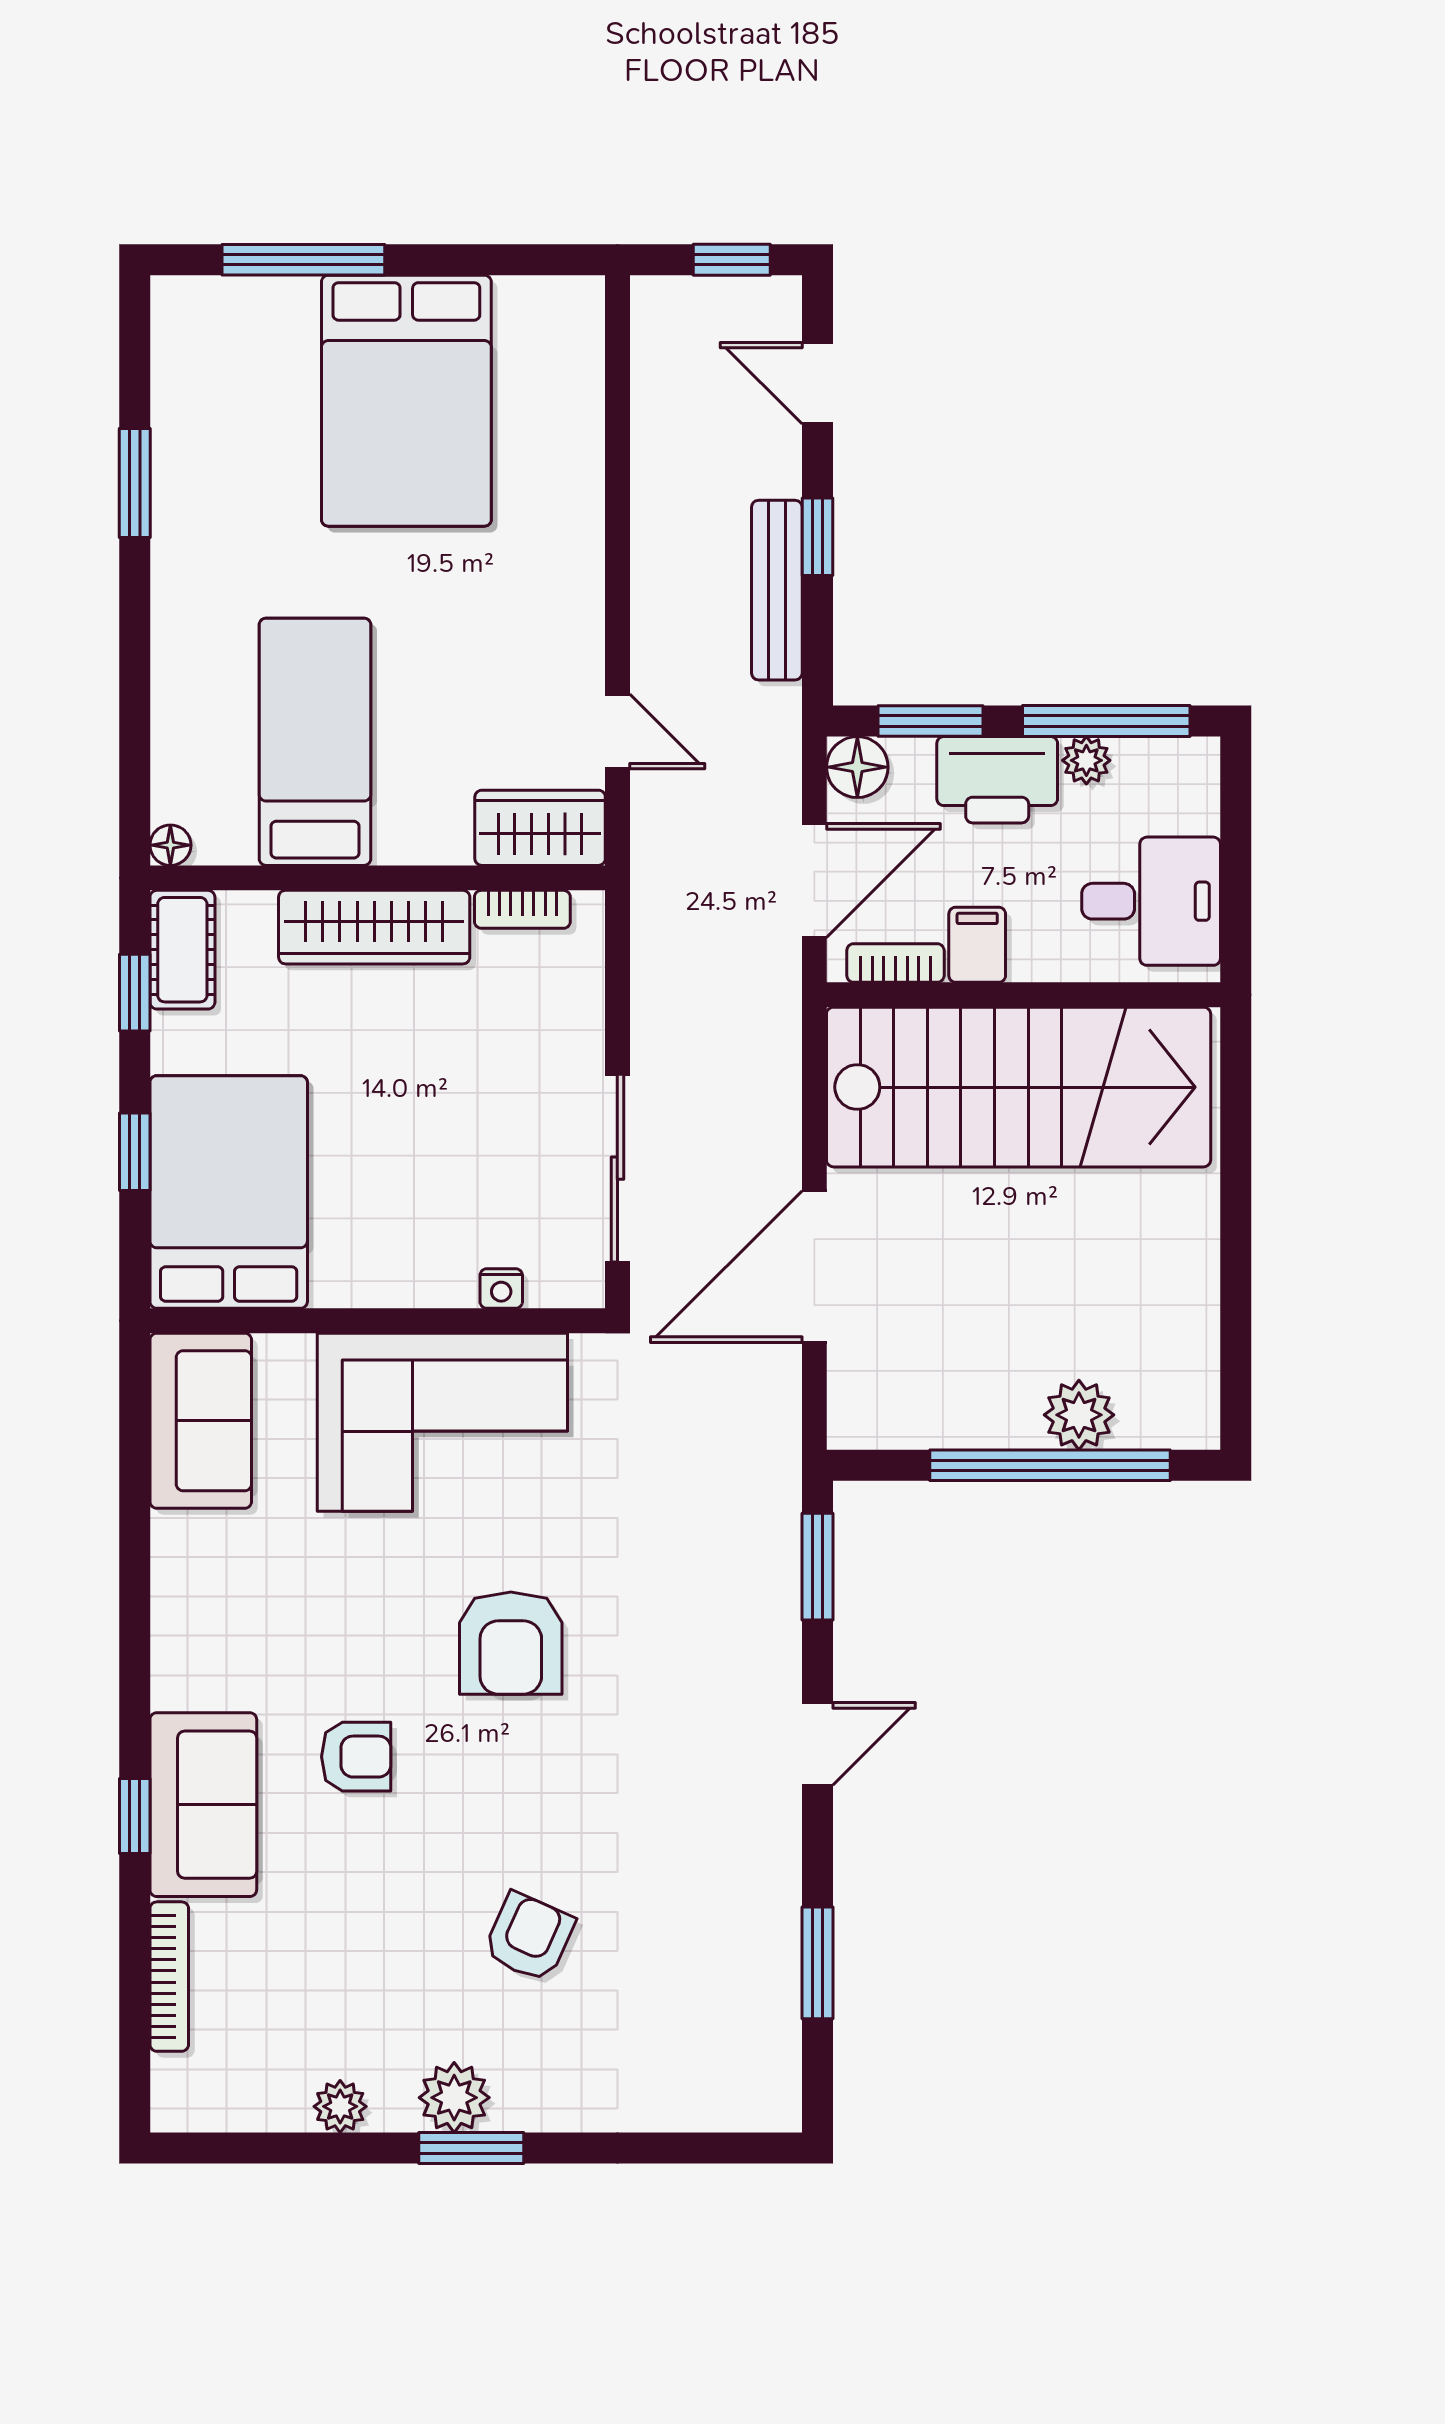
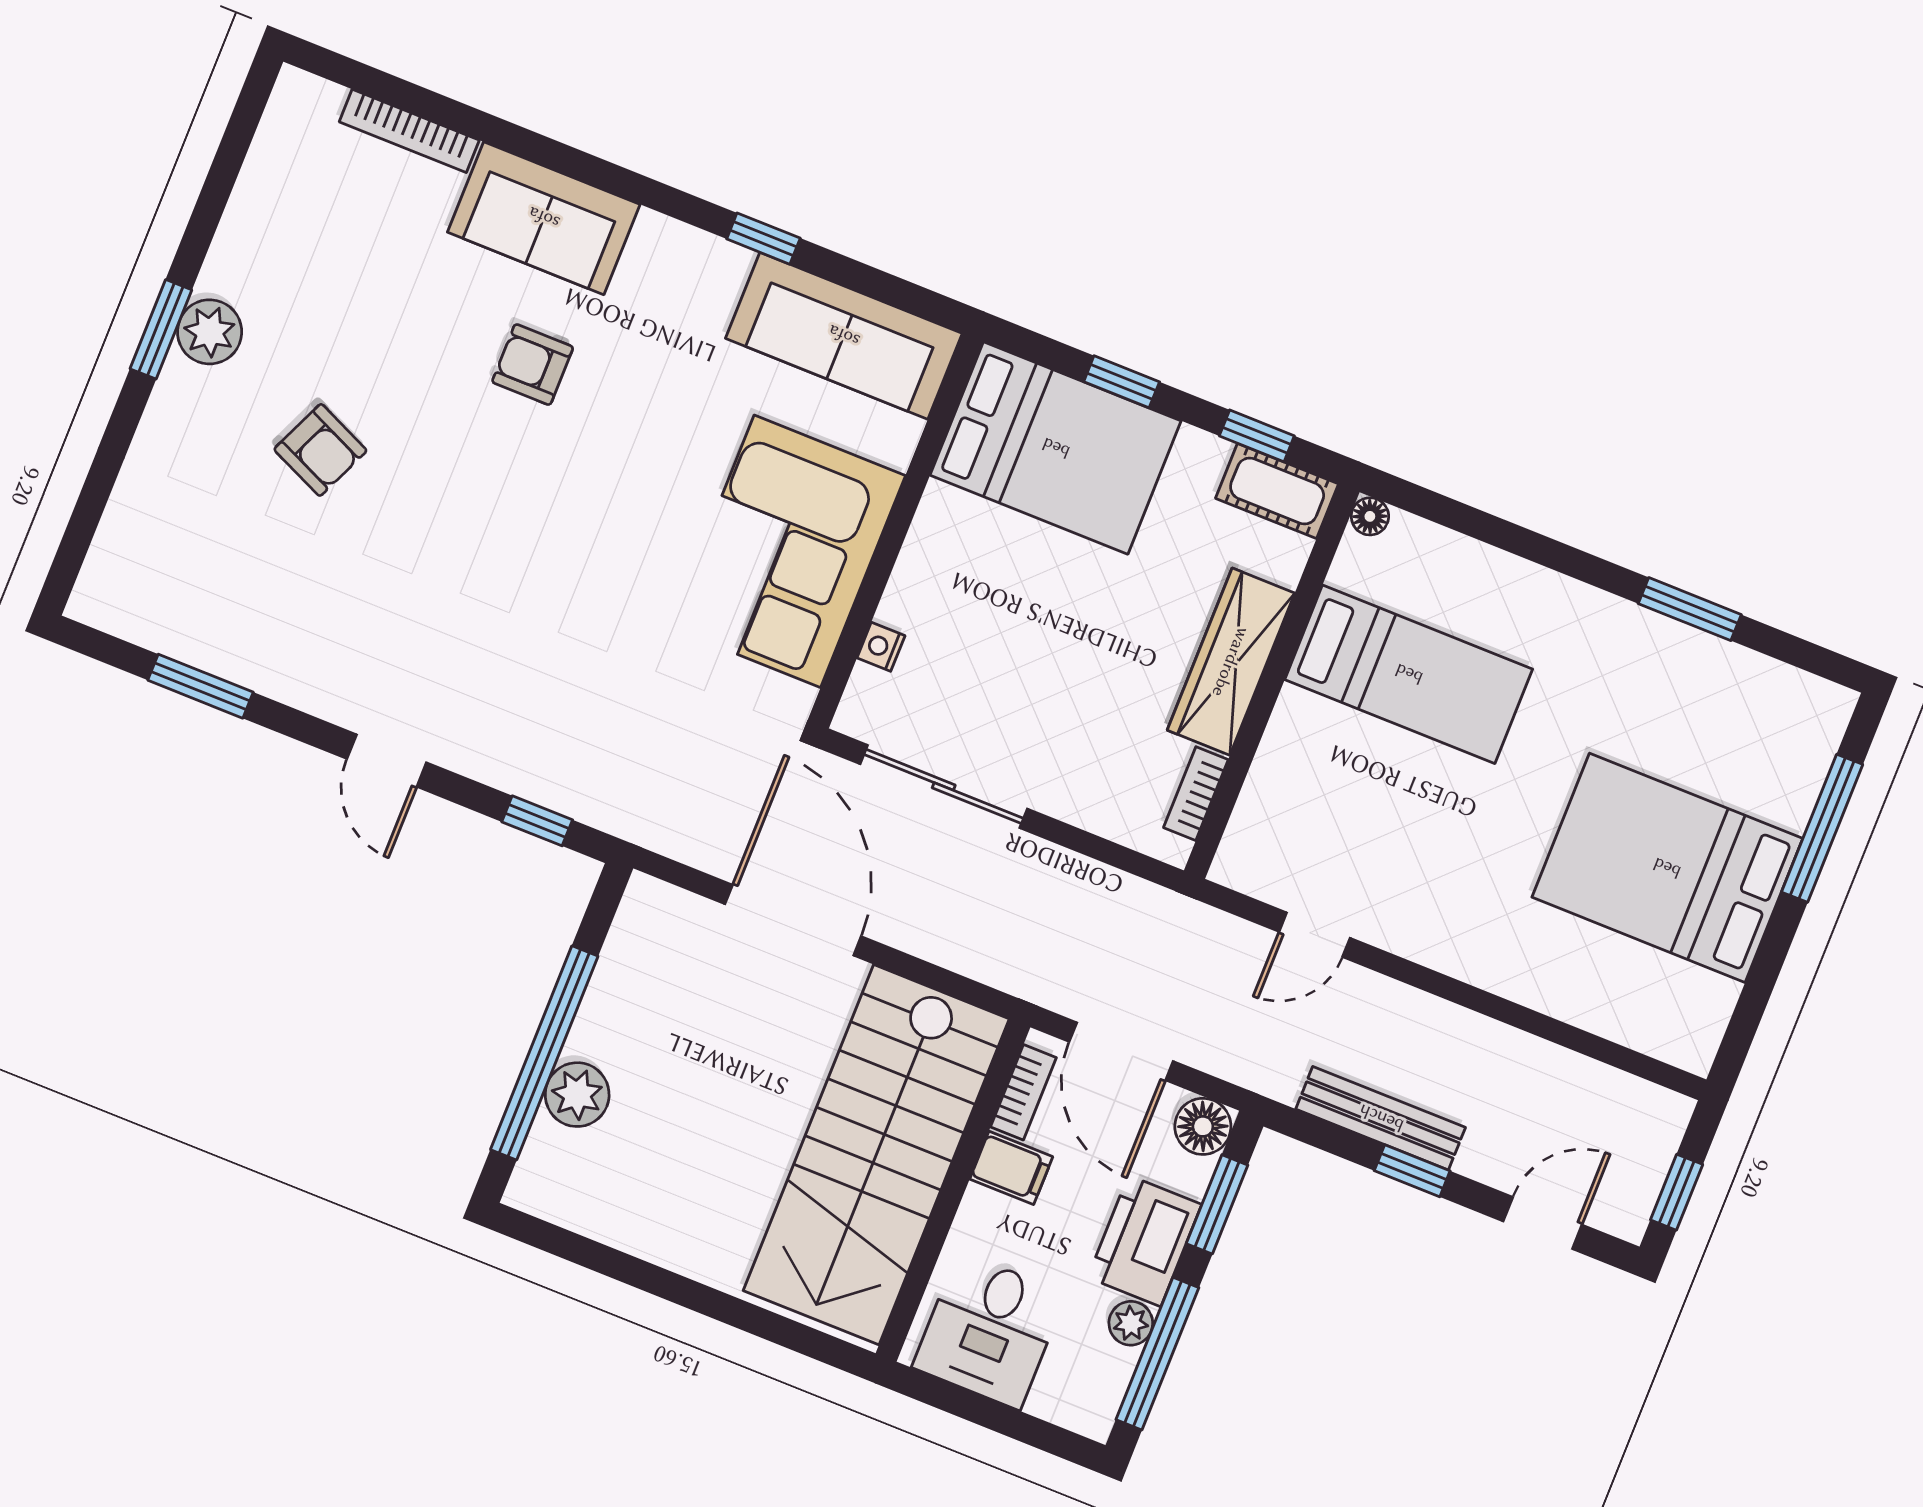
wardrobe: (540, 828) -> (1259, 836), removed
sofa: (201, 1421) -> (844, 336), width x1.36
window: (817, 1567) -> (537, 821), width x0.67
armchair: (511, 1643) -> (576, 534), removed
armchair: (356, 1757) -> (533, 365), turned 90
window: (135, 1816) -> (763, 239), moved
plant: (340, 2106) -> (241, 232), removed

